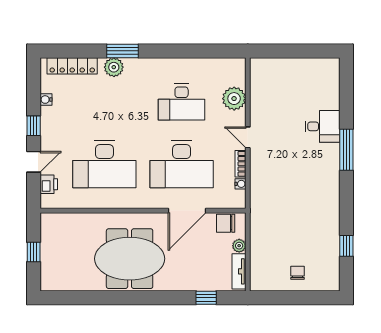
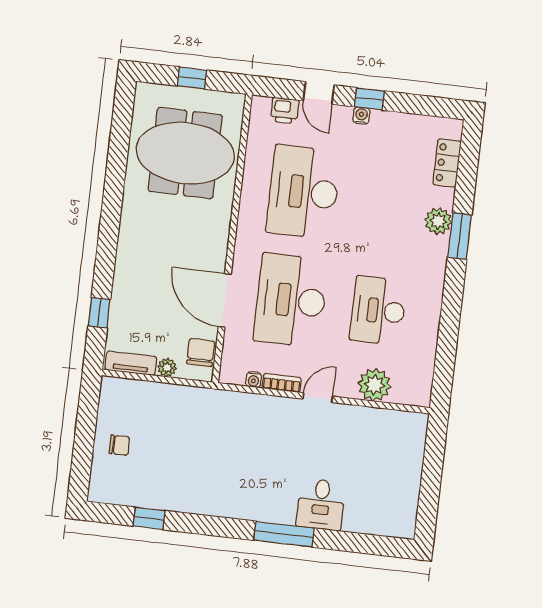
locker: (72, 66) -> (447, 163), width x0.66
water cooler: (46, 100) -> (361, 116), moved
meeting table: (130, 259) -> (185, 153), moved, turned 90

